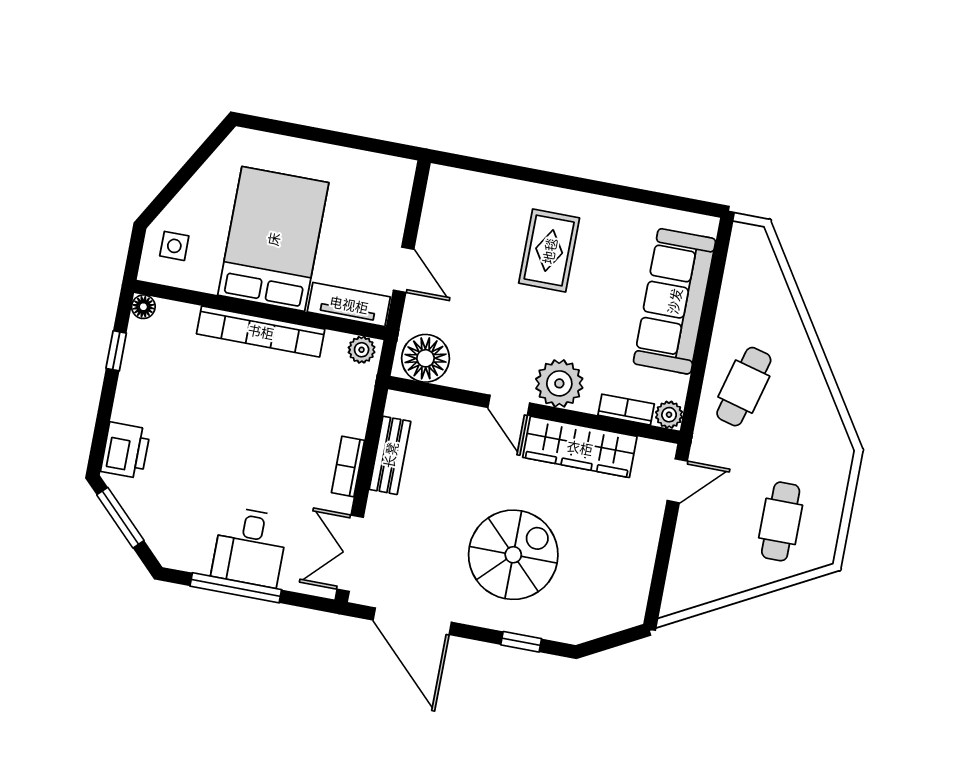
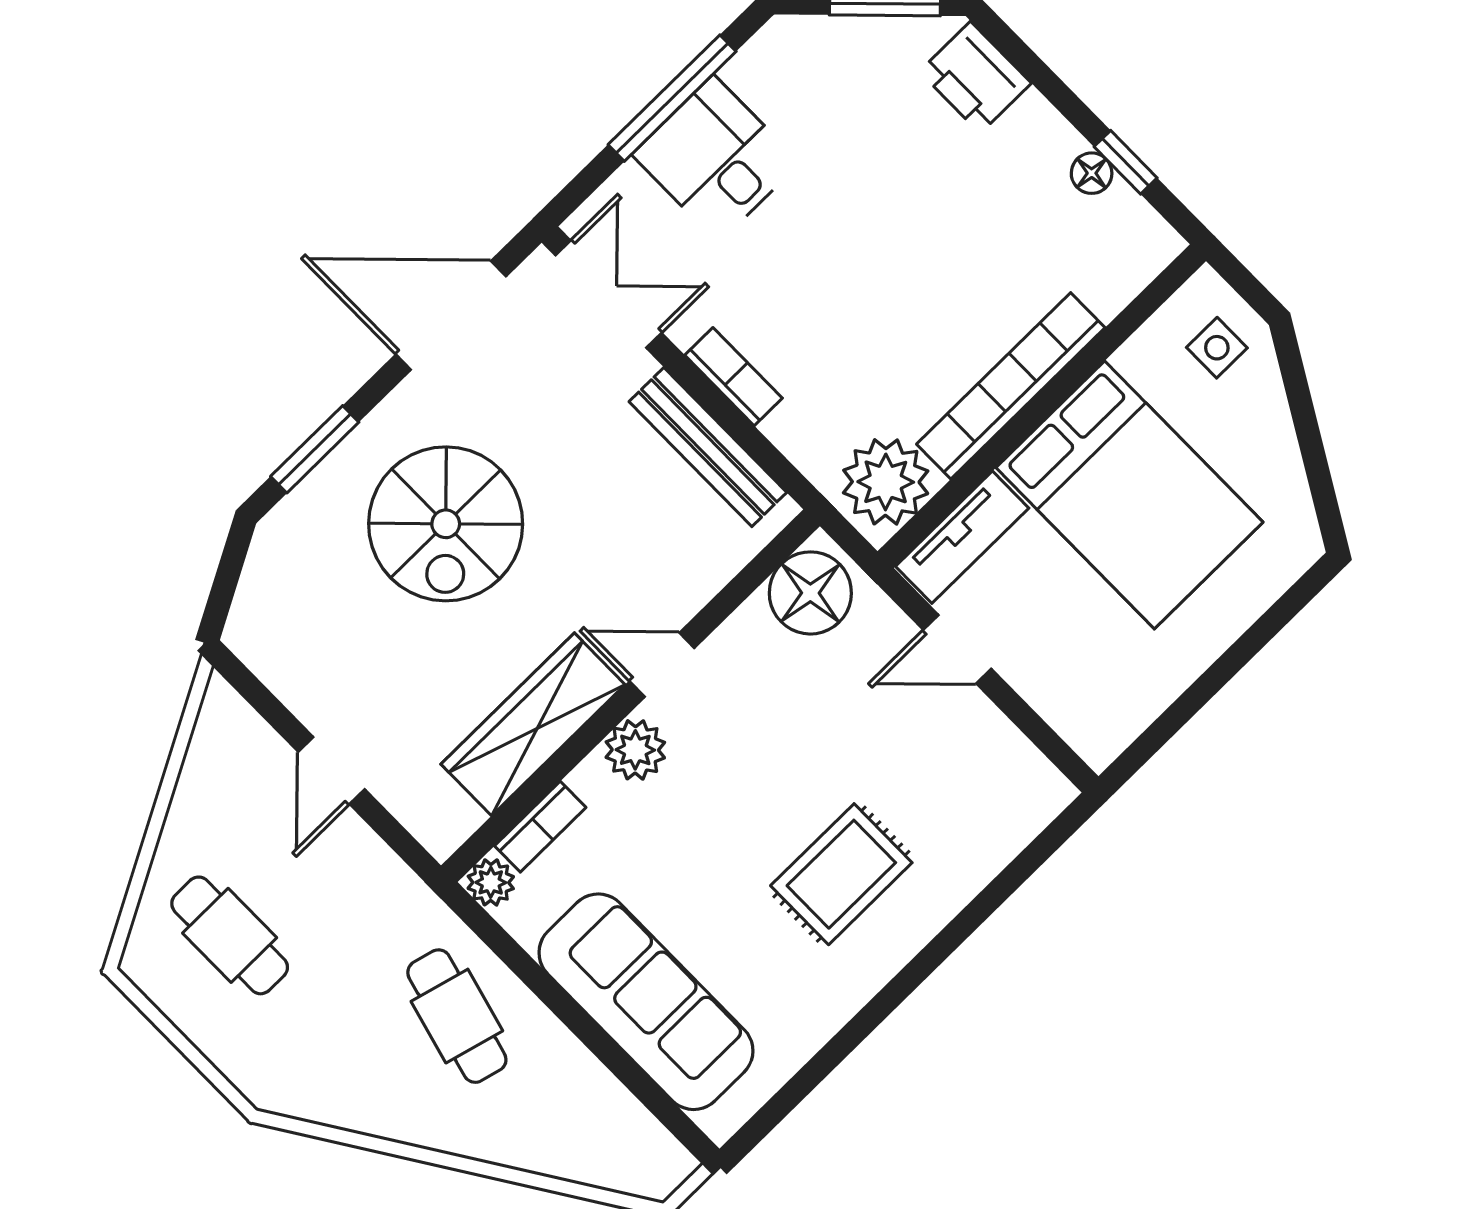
rug: (549, 251) -> (841, 874), turned 90
floor lamp: (143, 307) -> (1092, 173), moved
plant: (362, 350) -> (886, 482), width x1.87, depth x1.87
plant: (559, 383) -> (635, 750), width x0.73, depth x0.73
bench: (390, 455) -> (708, 447), width x1.36
door: (677, 481) -> (331, 771), moved
window: (521, 642) -> (315, 449), width x1.50

